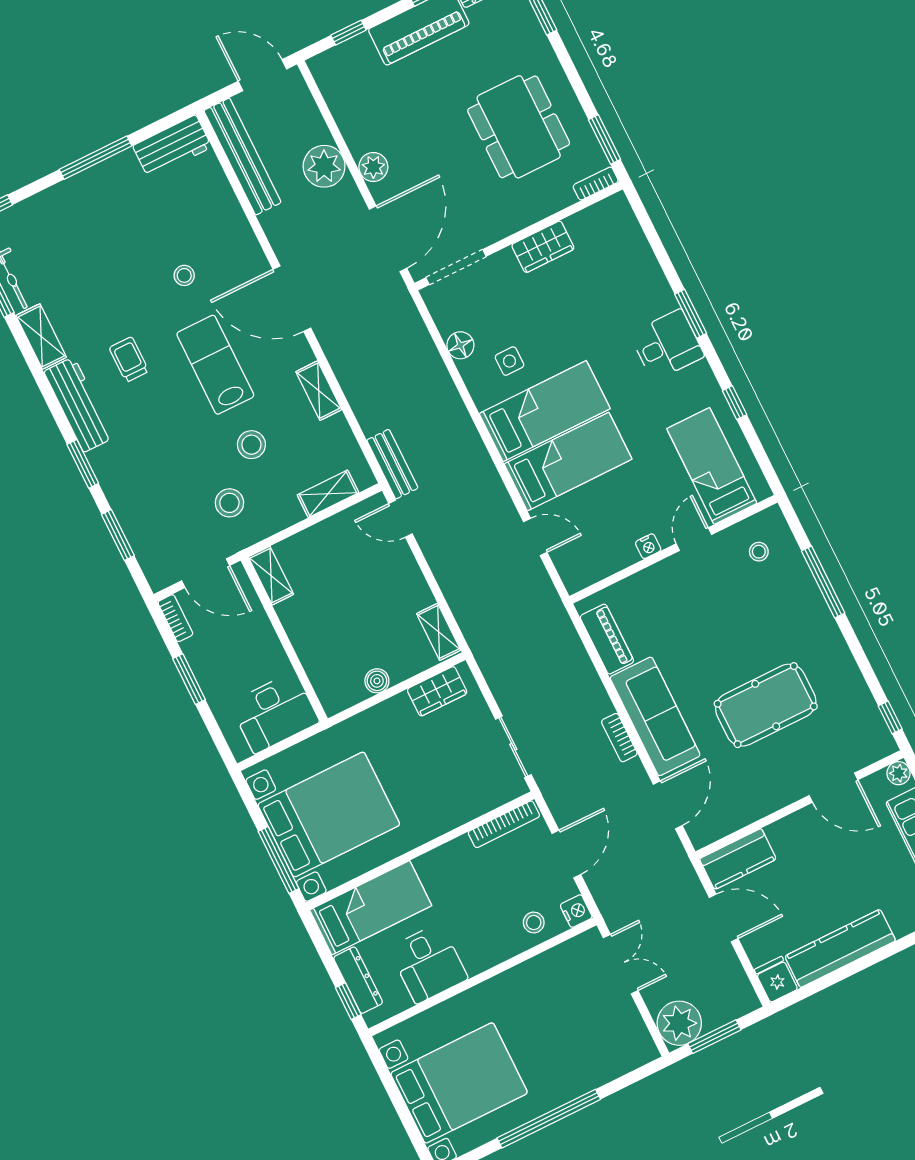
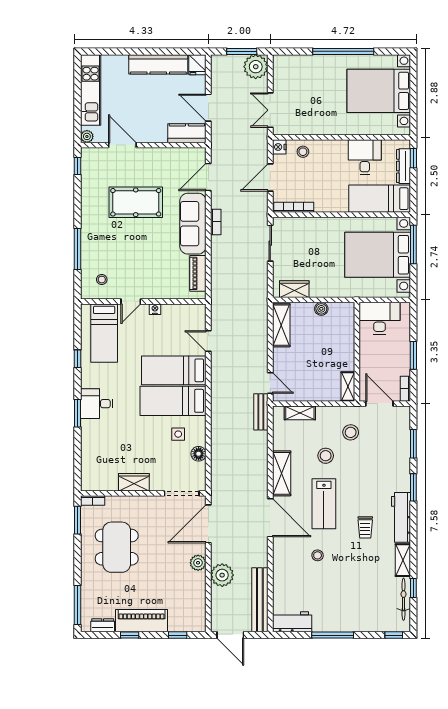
shelving: (319, 391) -> (282, 473), width x1.50, depth x1.33
shelving: (439, 632) -> (281, 325), width x1.50, depth x1.33

